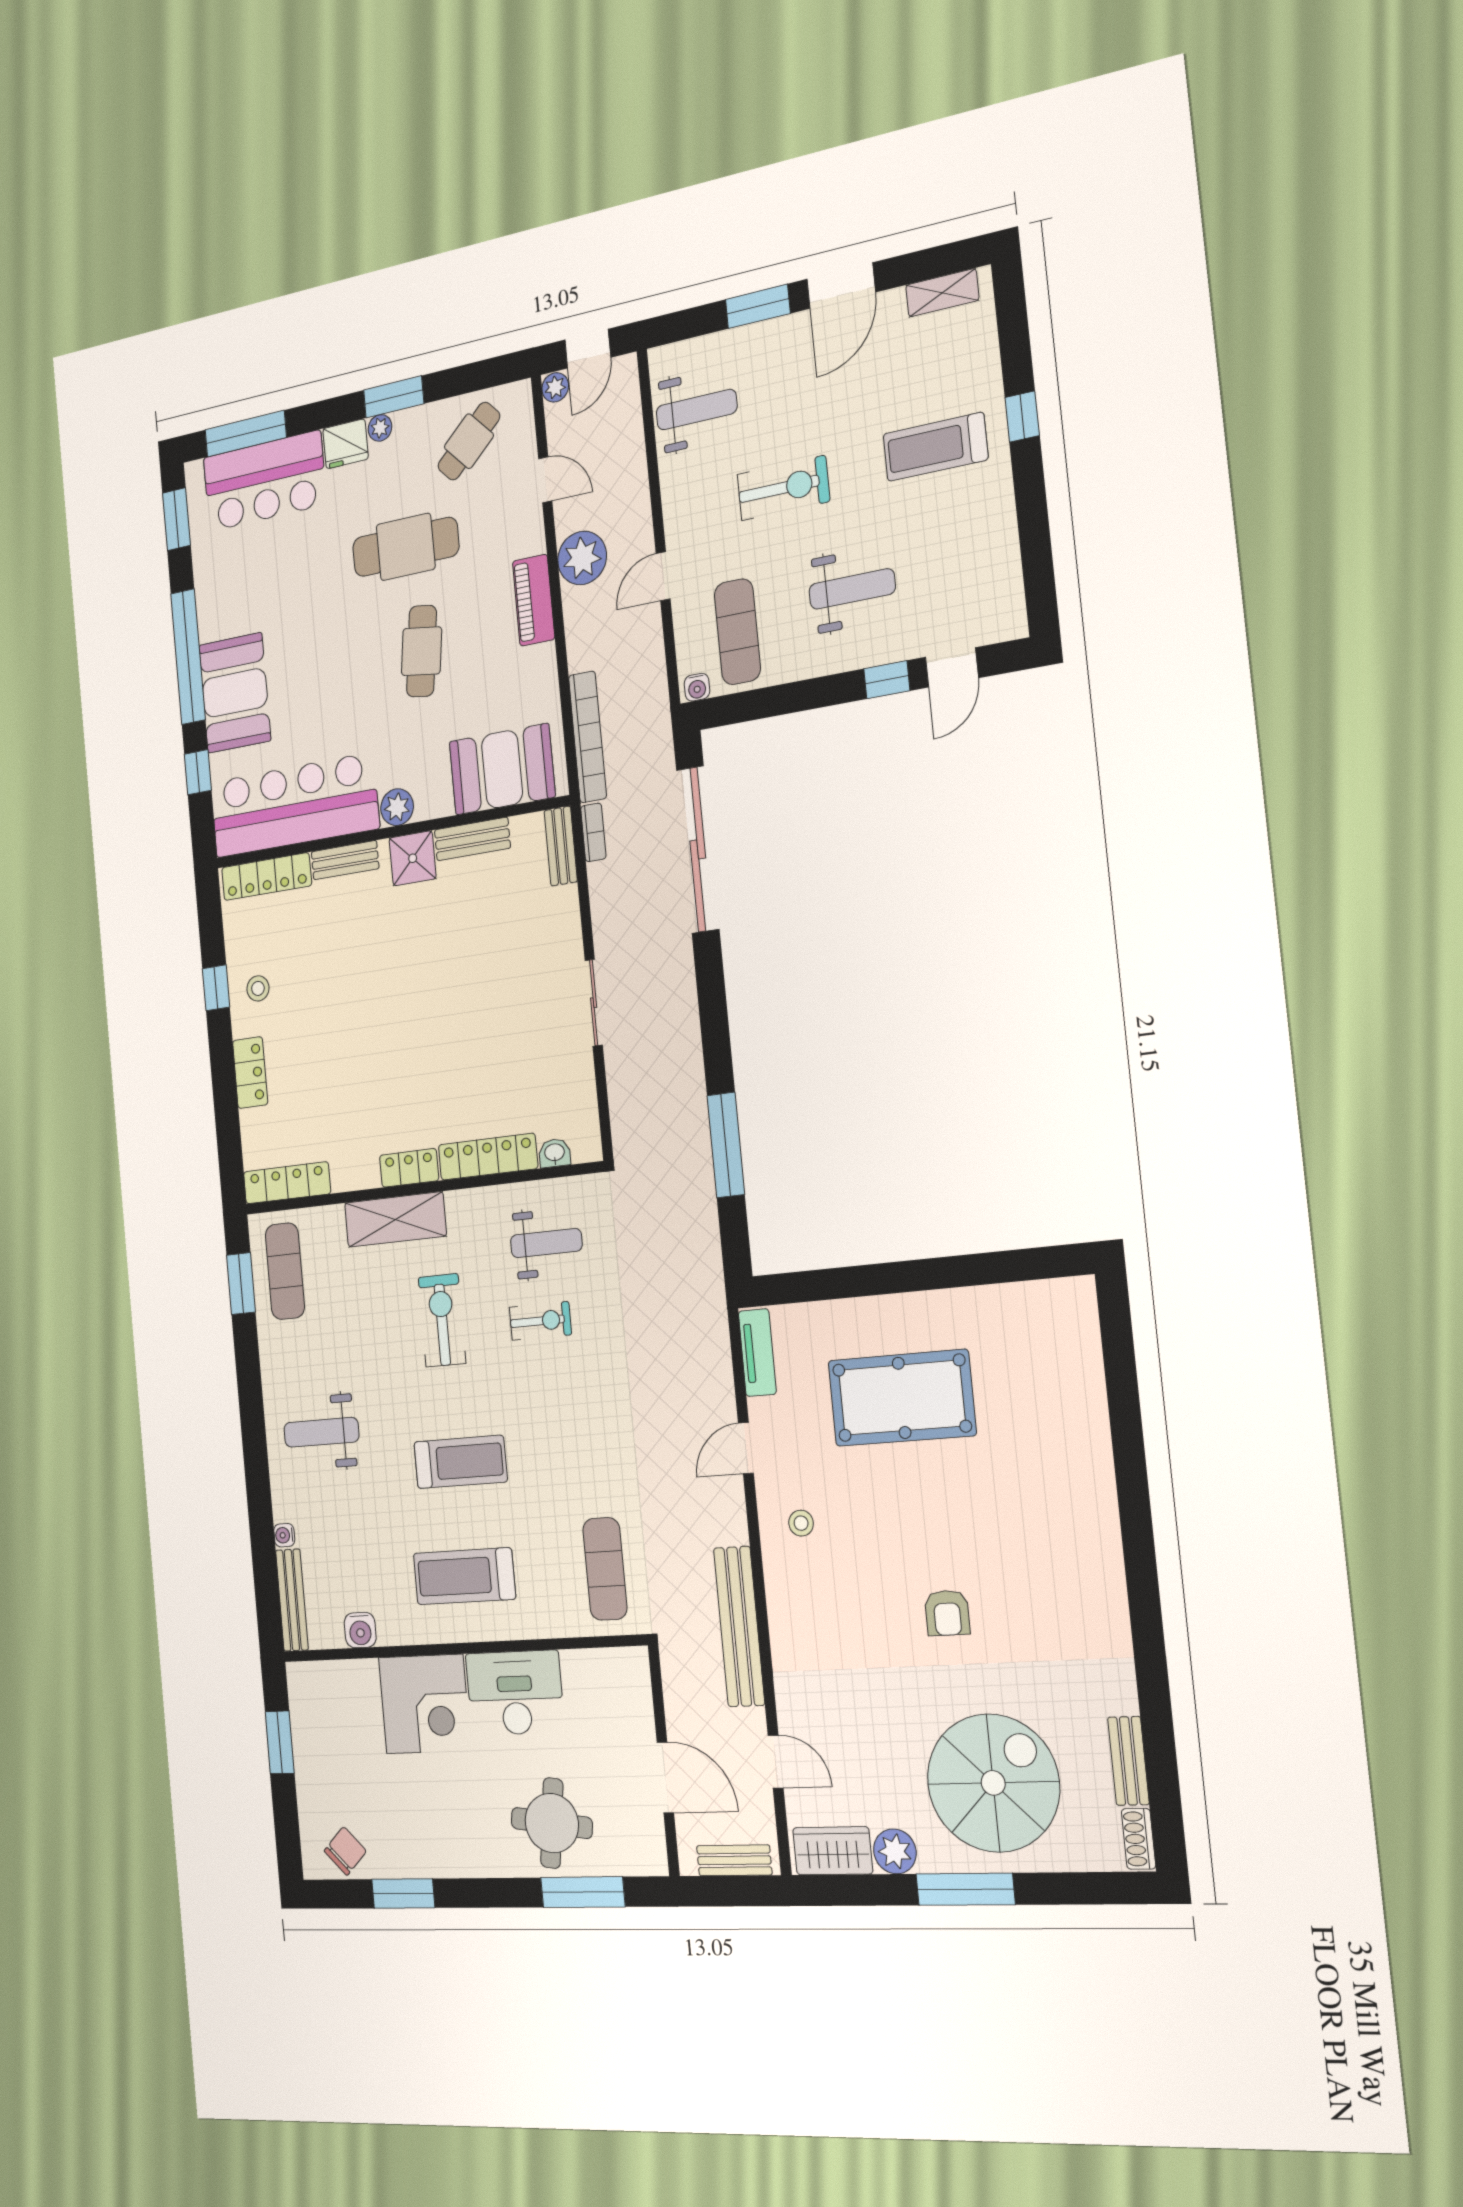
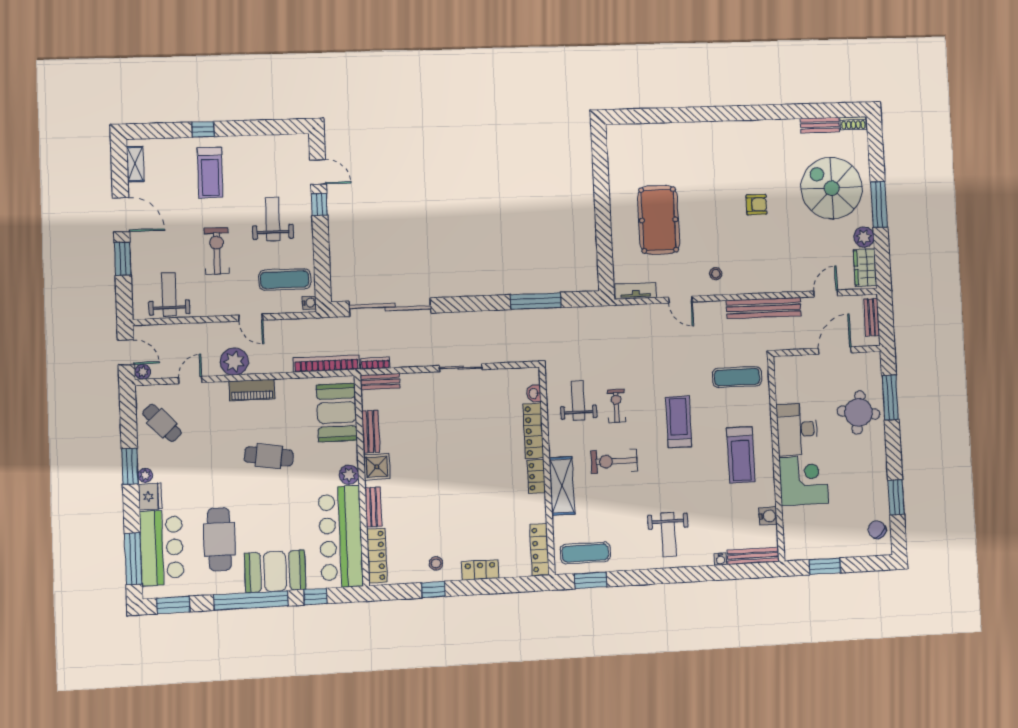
cafe table: (406, 547) -> (219, 539), moved
treadmill: (461, 1462) -> (679, 422), moved

